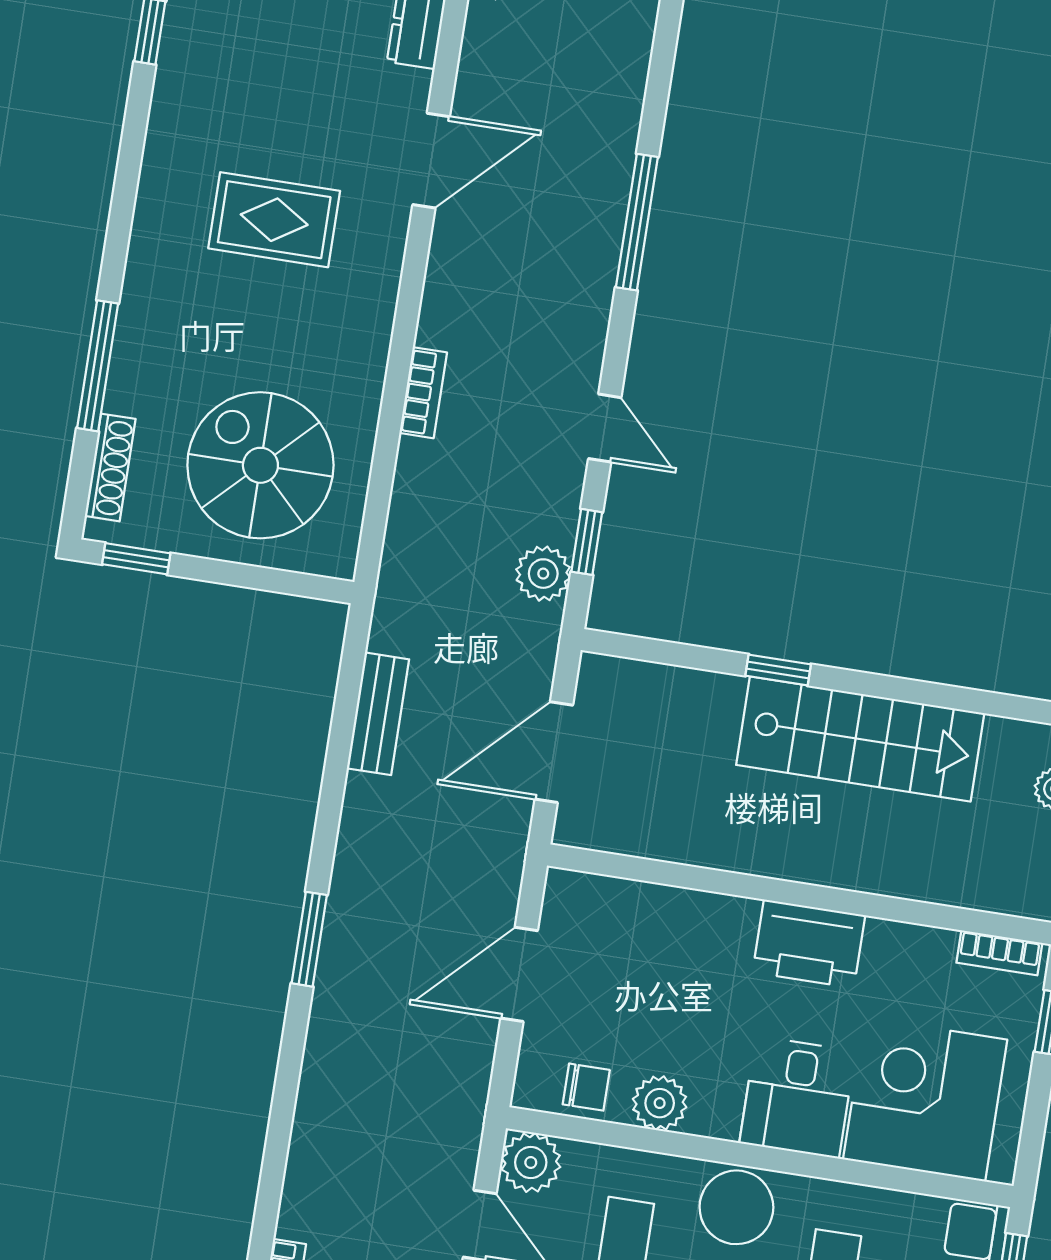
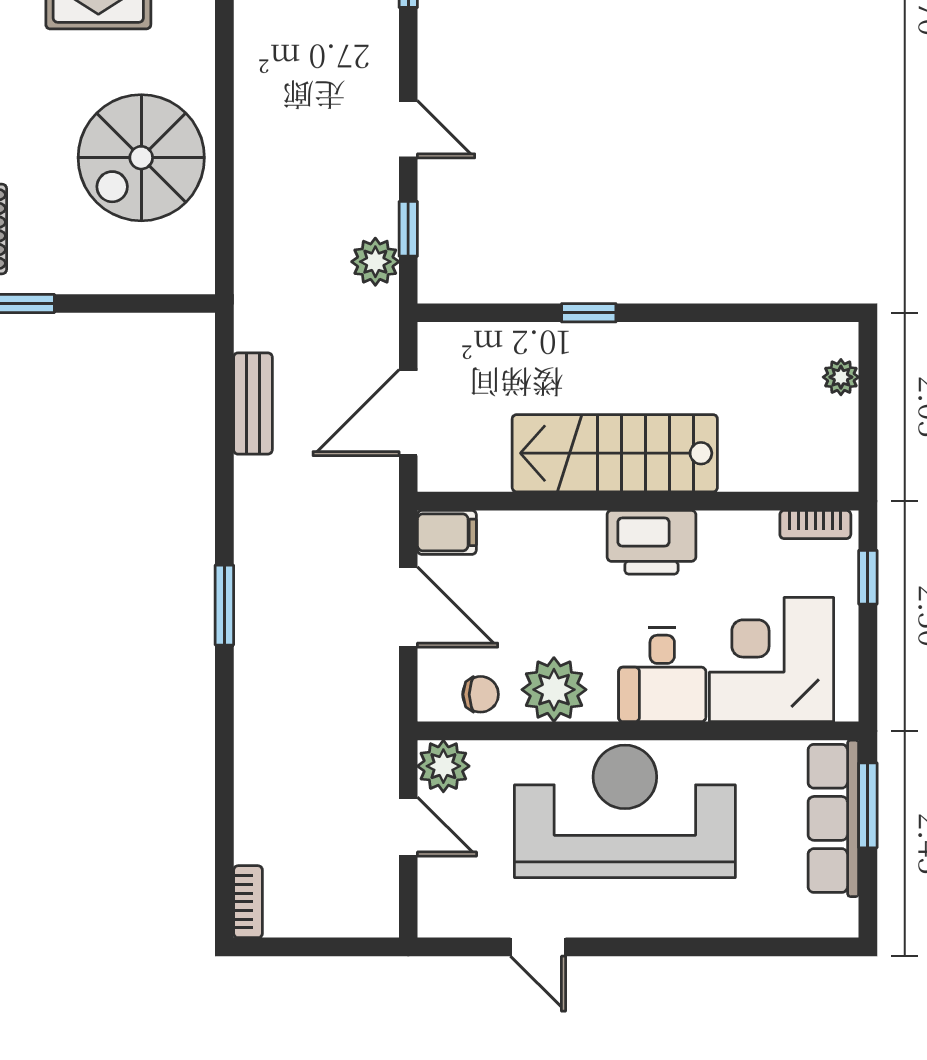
bookcase: (423, 393) -> (249, 123), removed
spiral stairs: (260, 465) -> (141, 158), moved, turned -90
stairs: (860, 739) -> (615, 453), moved, turned 180
filing cabinet: (577, 896) -> (447, 532), added
door: (519, 974) -> (408, 607), swing flipped
plant: (660, 1103) -> (554, 690), width x1.36, depth x1.36

